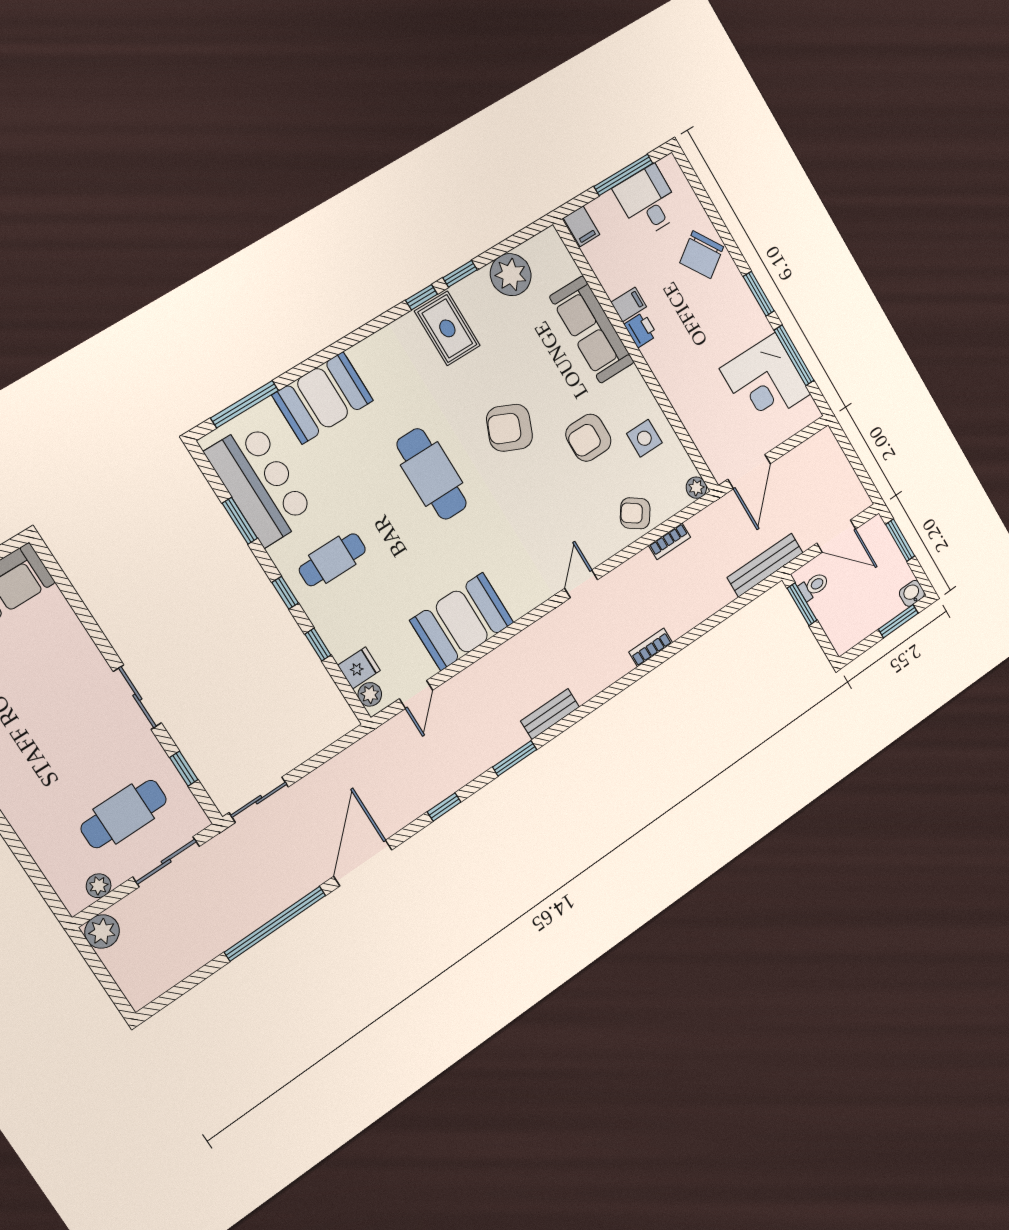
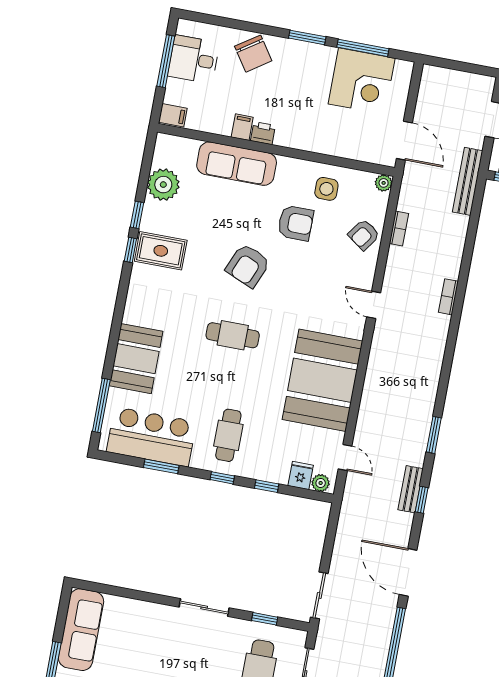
armchair: (588, 438) -> (296, 223), turned -90
cafe table: (432, 474) -> (233, 335), width x0.73, depth x0.74
booth: (462, 621) -> (322, 380), width x1.36, depth x1.42
bench: (550, 714) -> (411, 489), moved

